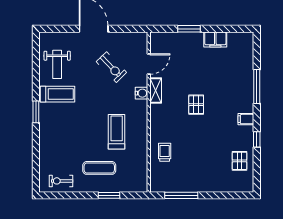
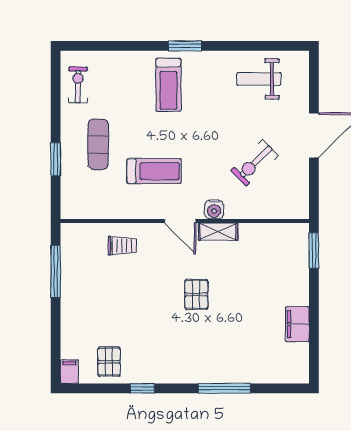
window: (189, 29) -> (314, 251), moved
door: (149, 64) -> (180, 221), moved
treadmill: (57, 94) -> (168, 85), moved
pallet: (196, 105) -> (196, 294), turned 90
filing cabinet: (246, 119) -> (69, 372), moved
pallet: (240, 161) -> (109, 362), turned 90

